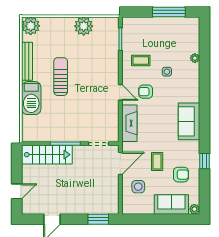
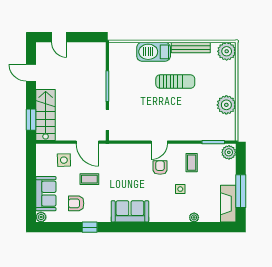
plant: (131, 24) -> (229, 152), added
fireplace: (129, 123) -> (228, 204), moved, turned 90
stairs: (47, 155) -> (46, 115), moved, turned 180
armchair: (181, 175) -> (76, 203), turned 90

